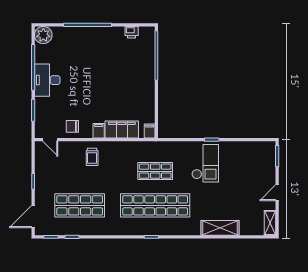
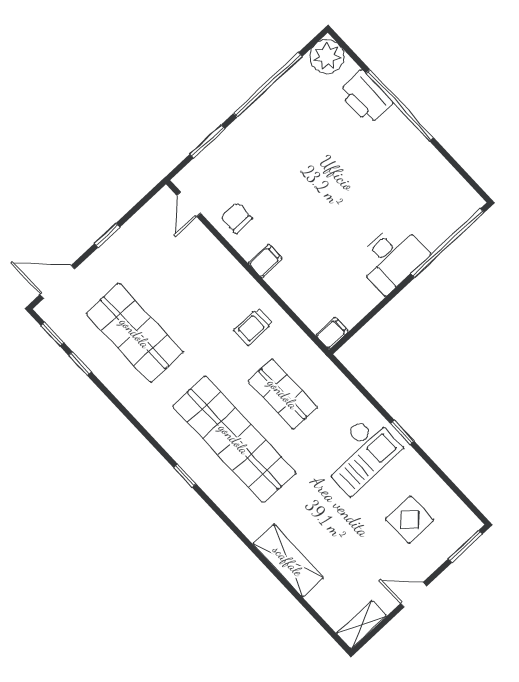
printer: (132, 32) -> (365, 97), moved, width x1.87, depth x1.48
desk: (47, 80) -> (392, 258), moved, turned 180
filing cabinet: (122, 129) -> (298, 292), removed
trolley: (92, 157) -> (253, 327), moved
display table: (247, 168) -> (409, 520), added

